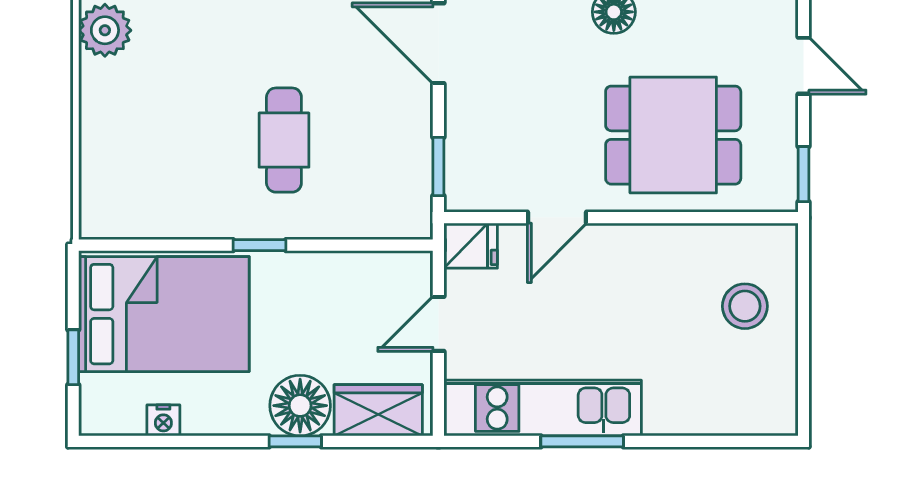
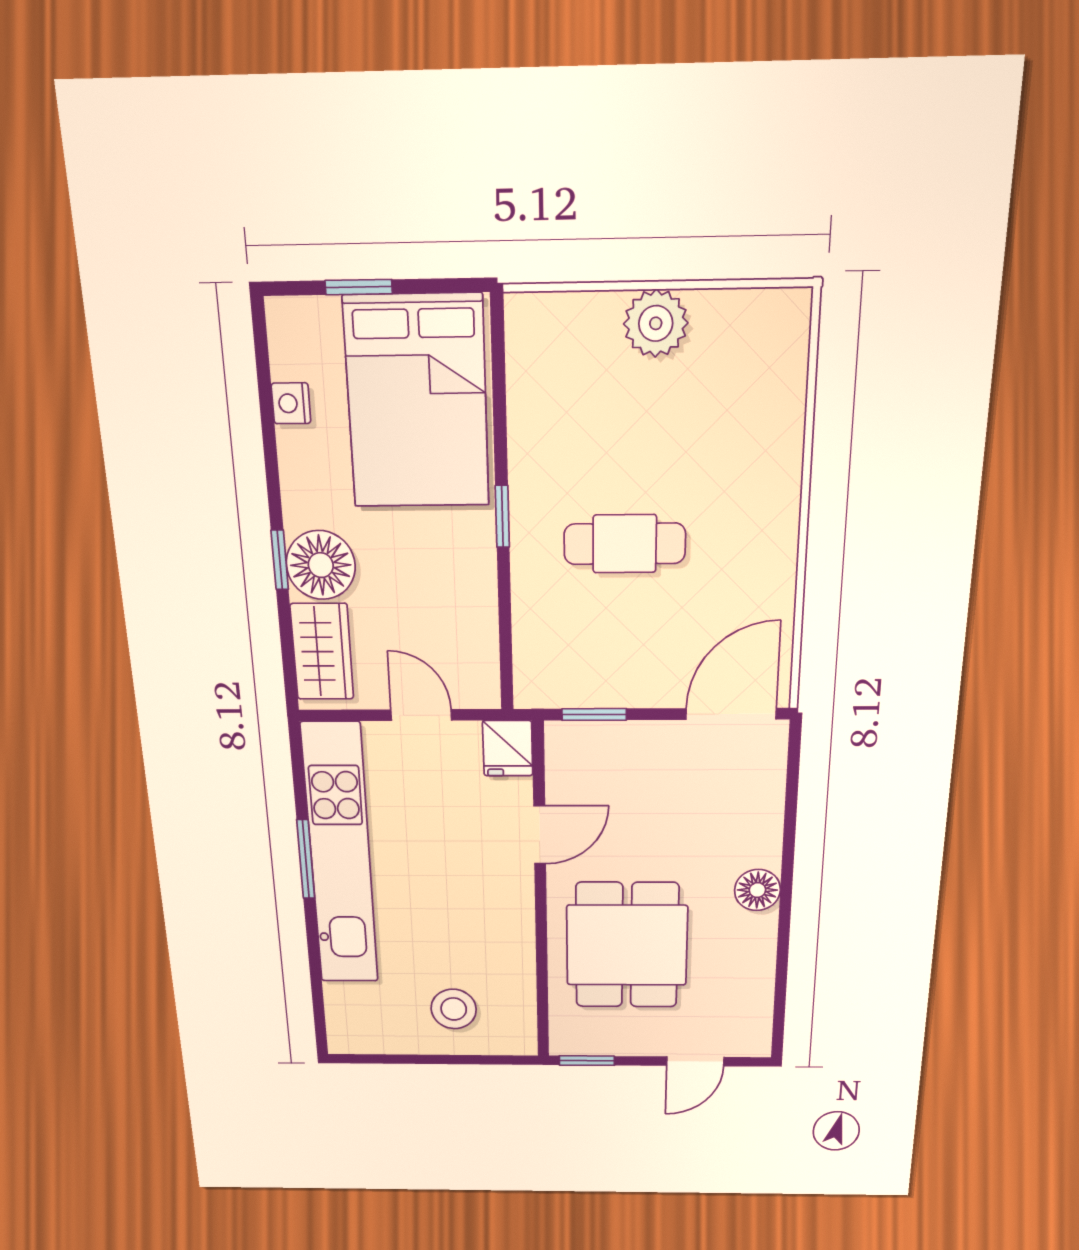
plant: (105, 30) -> (656, 323), moved
door: (557, 218) -> (540, 835), swing flipped
kitchen unit: (543, 408) -> (340, 856), width x1.36

